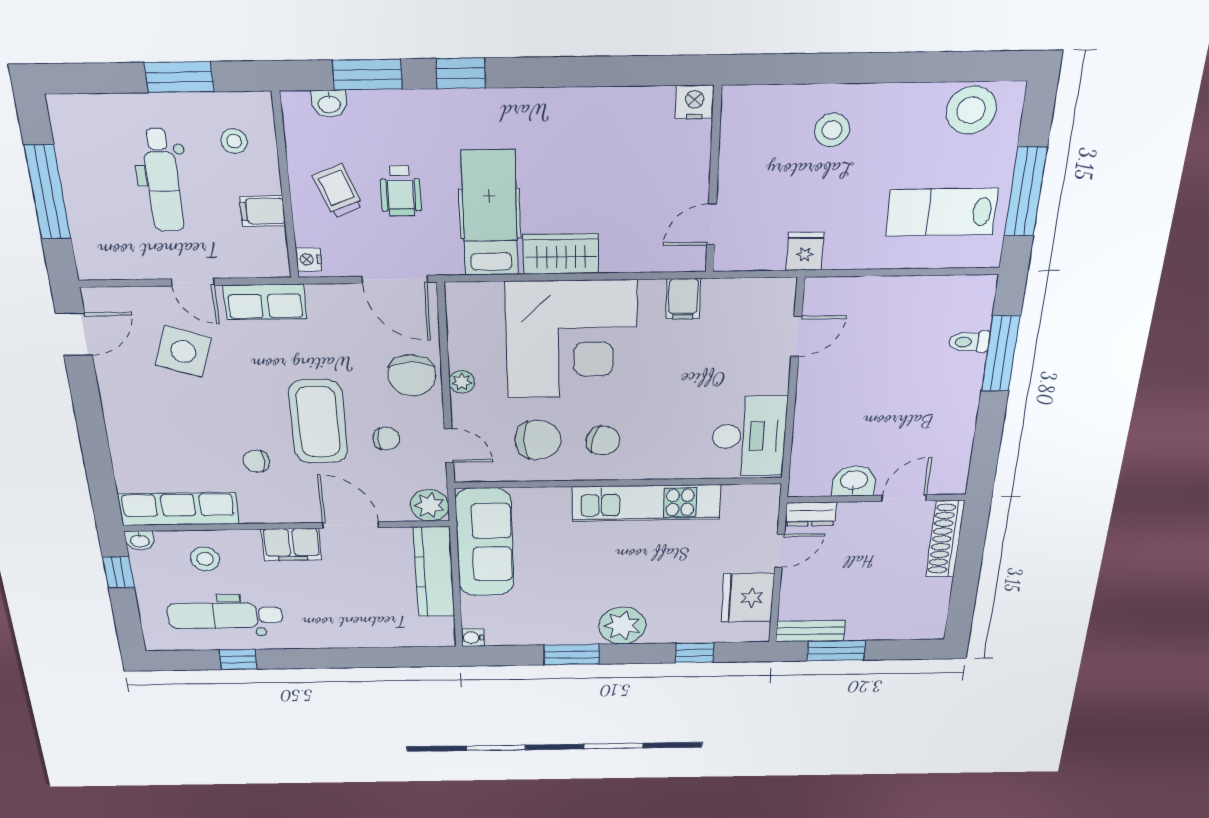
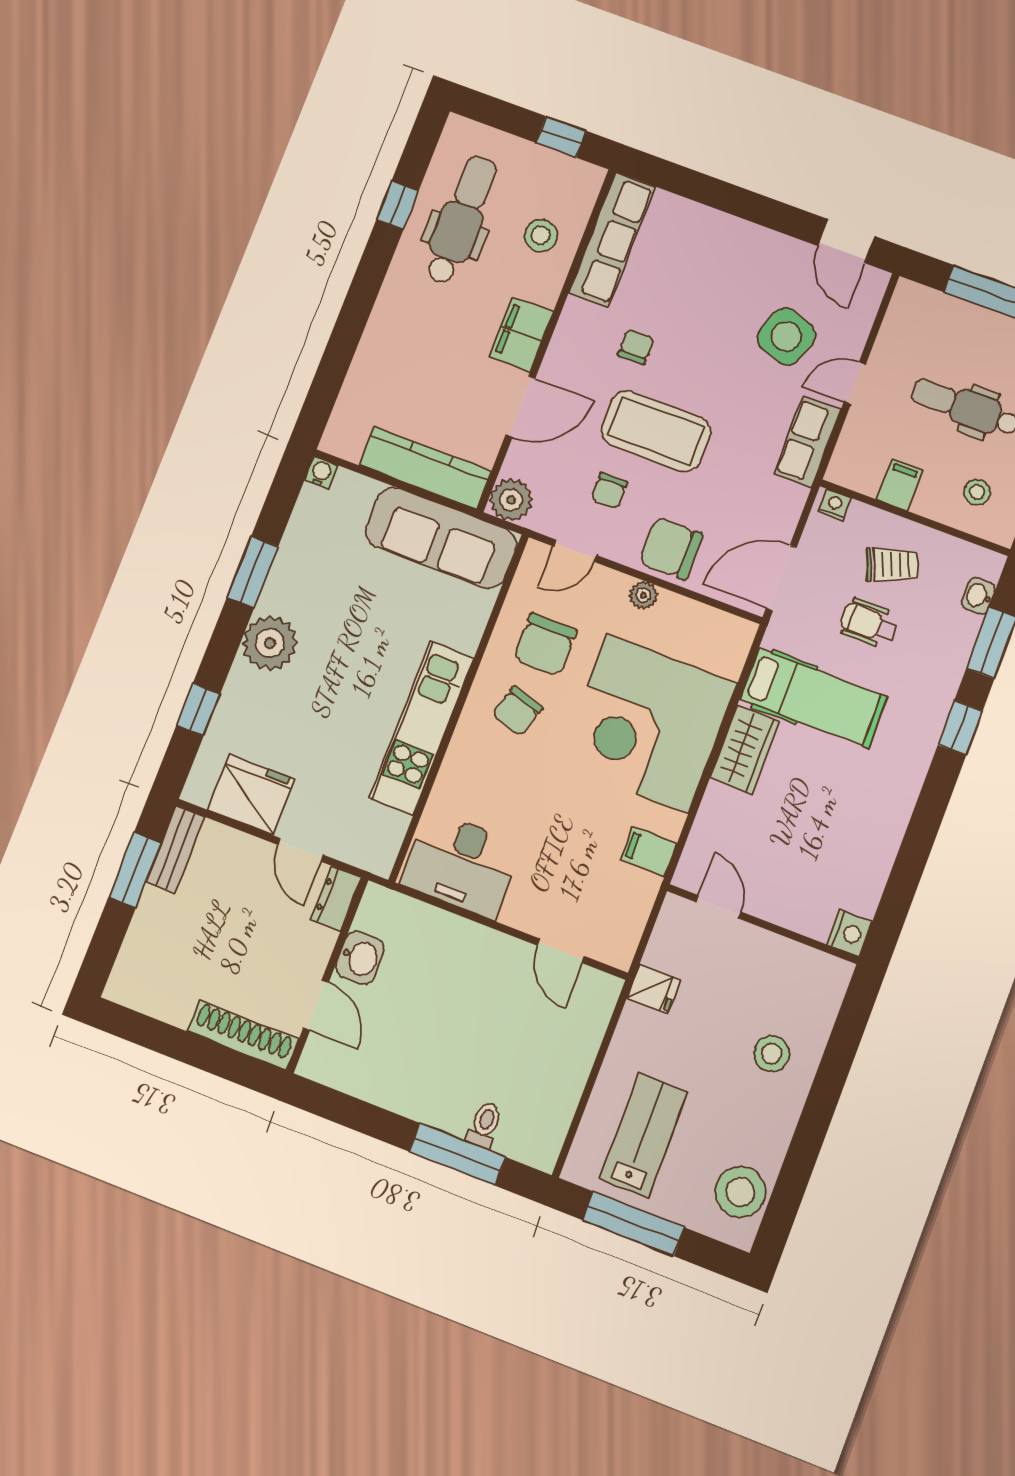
washbasin: (140, 540) -> (591, 180), removed

